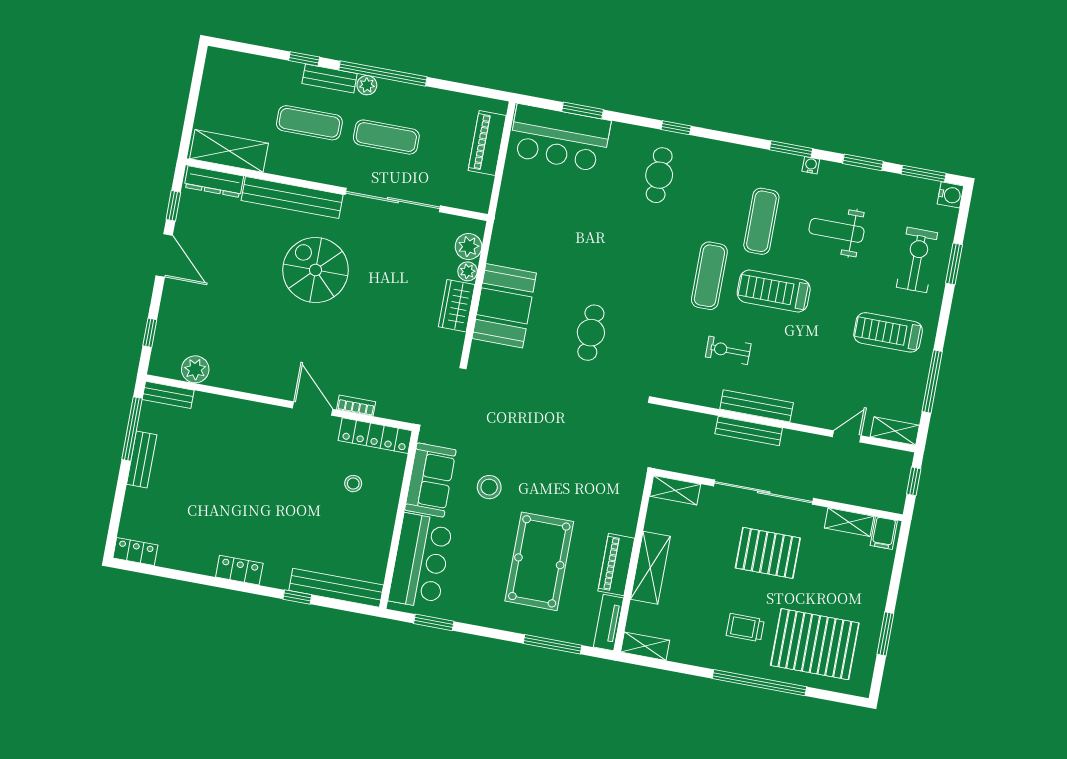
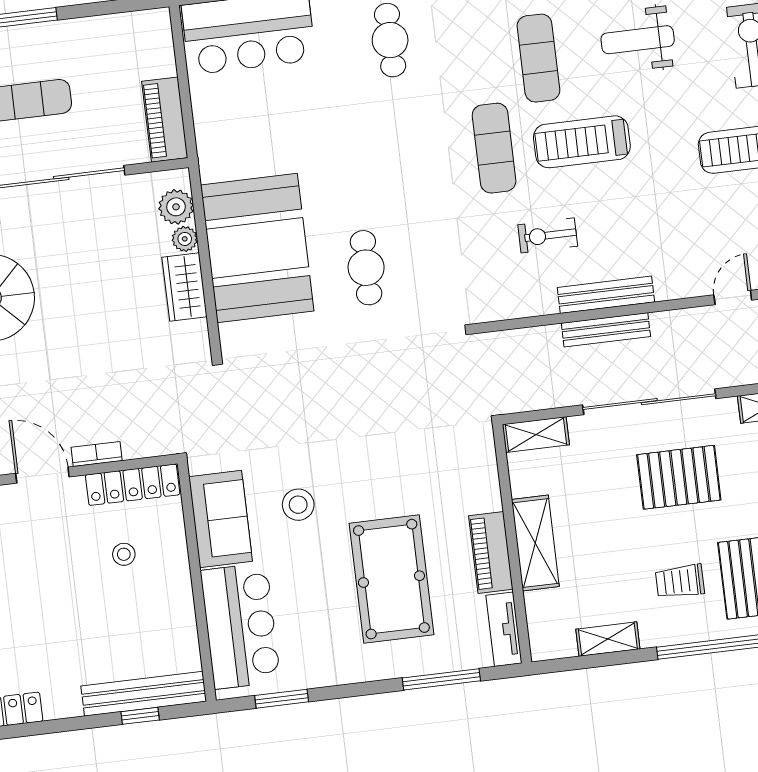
piano: (487, 143) -> (165, 120), moved
booth: (504, 306) -> (257, 248), width x1.36, depth x1.42
window: (297, 597) -> (140, 716), moved
shelving: (645, 646) -> (608, 639), moved

